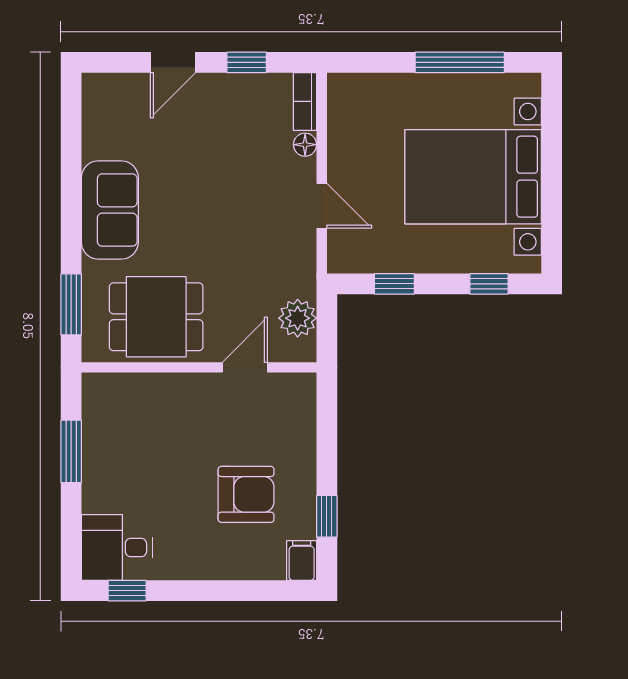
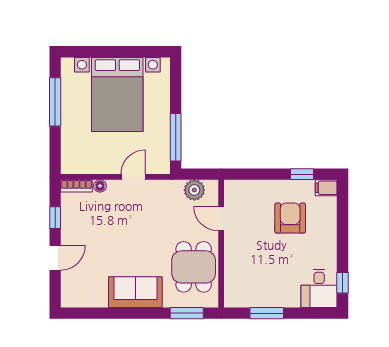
door: (173, 62) -> (55, 258), hinge flipped
window: (394, 284) -> (176, 137), width x2.17
window: (489, 284) -> (176, 86), removed

